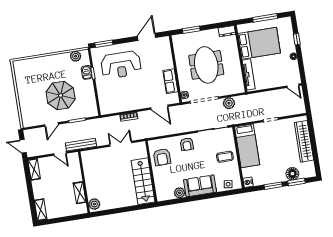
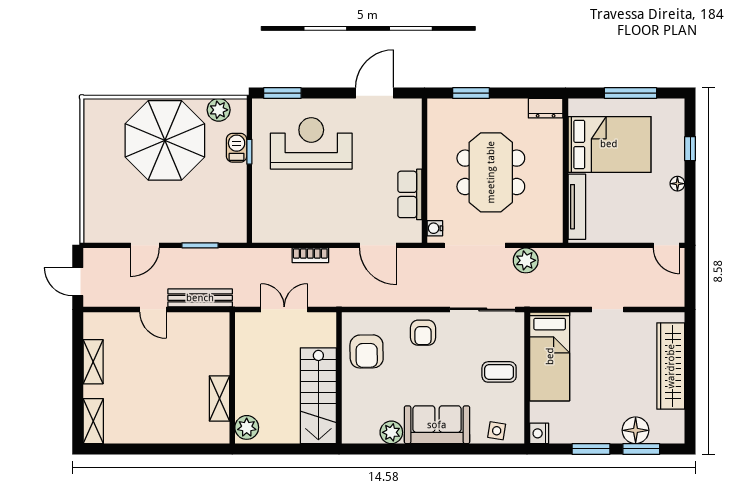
reception desk: (121, 65) -> (311, 143), turned 180
parasol: (61, 96) -> (165, 140), moved, width x1.36, depth x1.36
shelving: (34, 169) -> (93, 362), moved
wall: (84, 182) -> (232, 378), moved
shelving: (80, 193) -> (220, 398), moved
plant: (94, 204) -> (247, 427), moved

